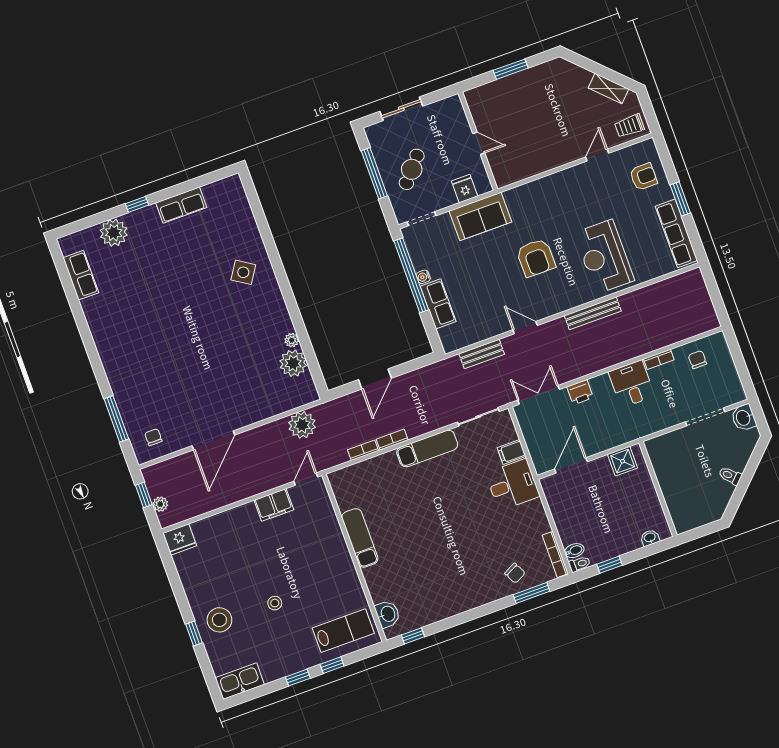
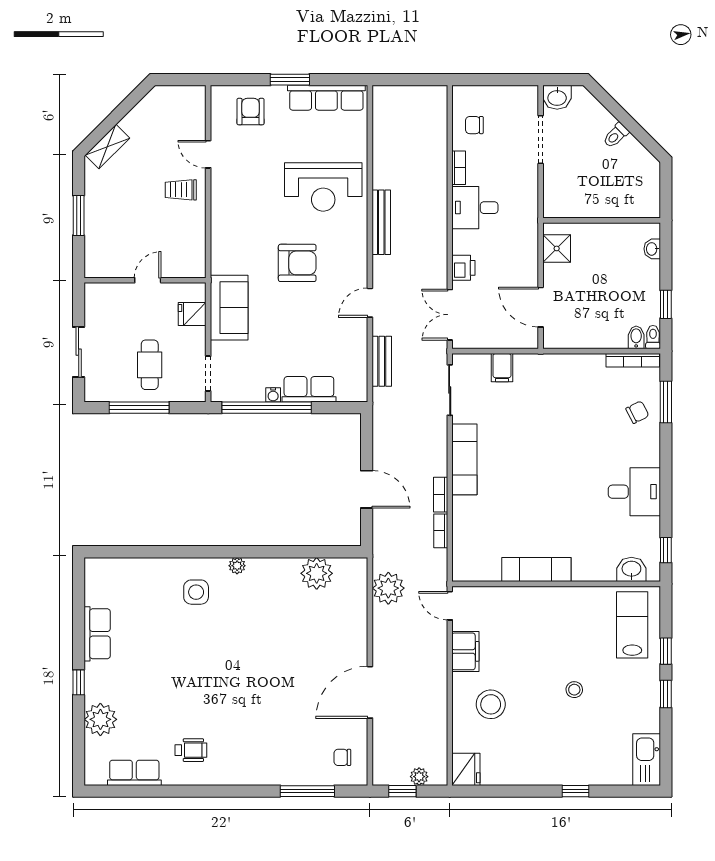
shelving: (608, 88) -> (107, 147), moved
trolley: (629, 126) -> (181, 190), moved, turned 90
cafe table: (412, 169) -> (150, 365), turned 49
side table: (243, 272) -> (196, 592), turned -33
wheelchair: (115, 314) -> (191, 750), added
plant: (292, 340) -> (237, 566), moved
door: (213, 440) -> (370, 692), swing flipped
desk: (513, 485) -> (634, 492), moved, turned 90
stool: (219, 620) -> (491, 704), moved

